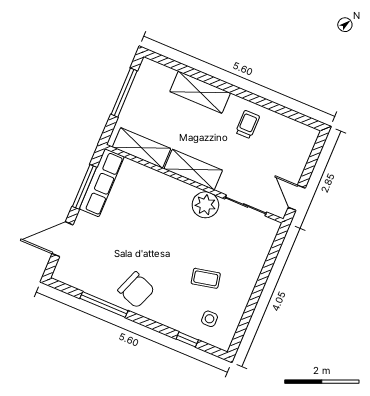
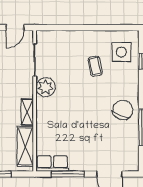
shelving: (193, 170) -> (27, 112), width x0.67, depth x0.75
row of seats: (102, 183) -> (52, 163), width x0.68
side table: (209, 319) -> (121, 52), width x1.87, depth x1.87

